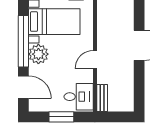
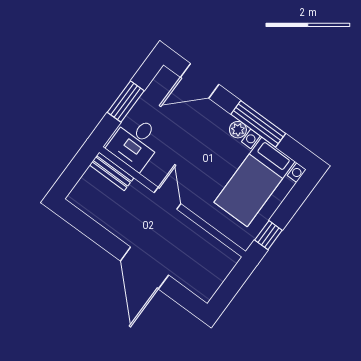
window: (23, 41) -> (258, 124), width x0.68
plant: (38, 54) -> (238, 130), width x0.53, depth x0.53

